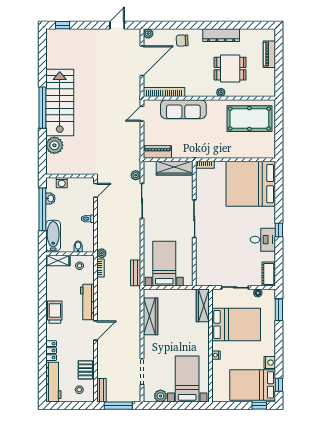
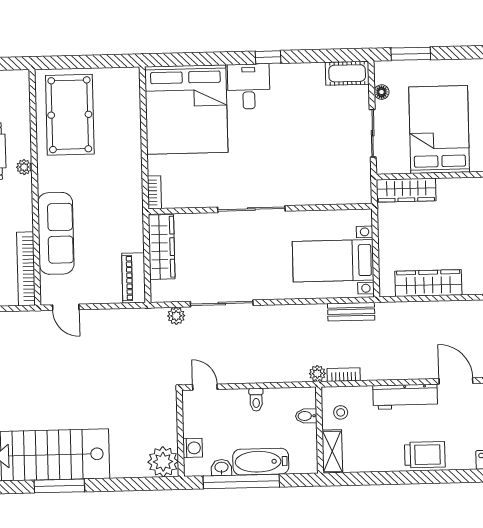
window: (42, 108) -> (59, 486), width x0.68
plant: (54, 145) -> (163, 462), moved
bathtub: (53, 236) -> (261, 462), moved
desk: (263, 240) -> (249, 86), moved
trolley: (55, 312) -> (425, 455), turned 180

